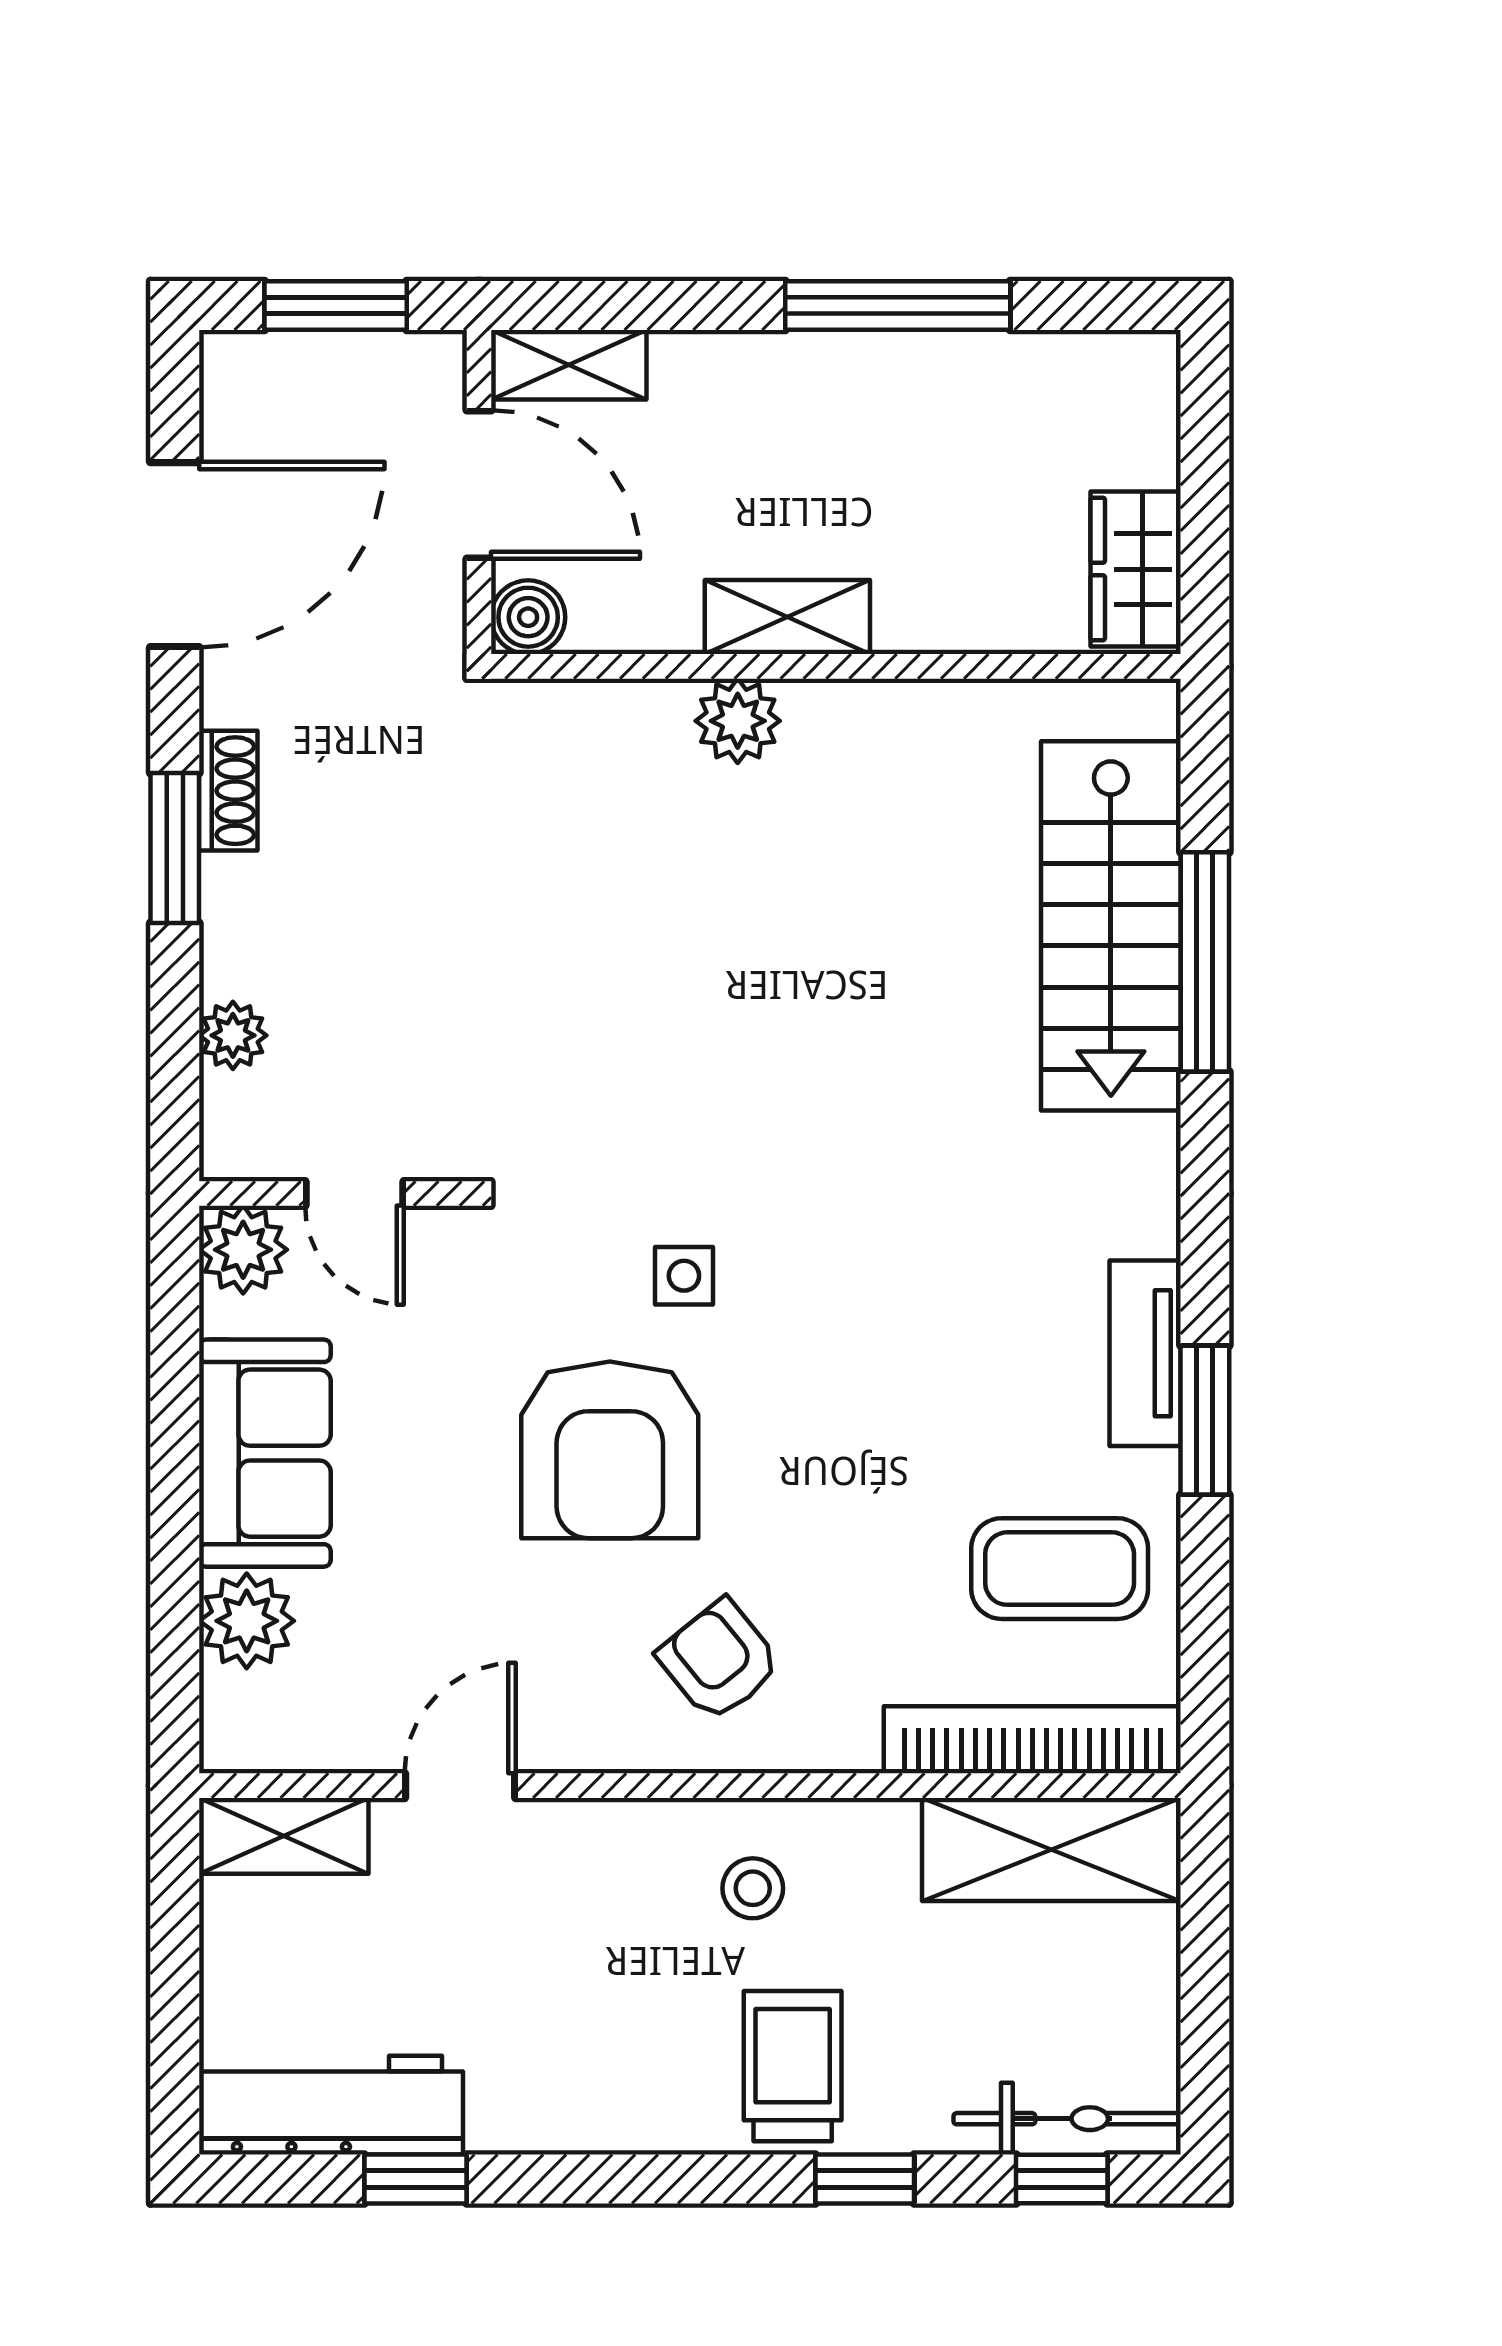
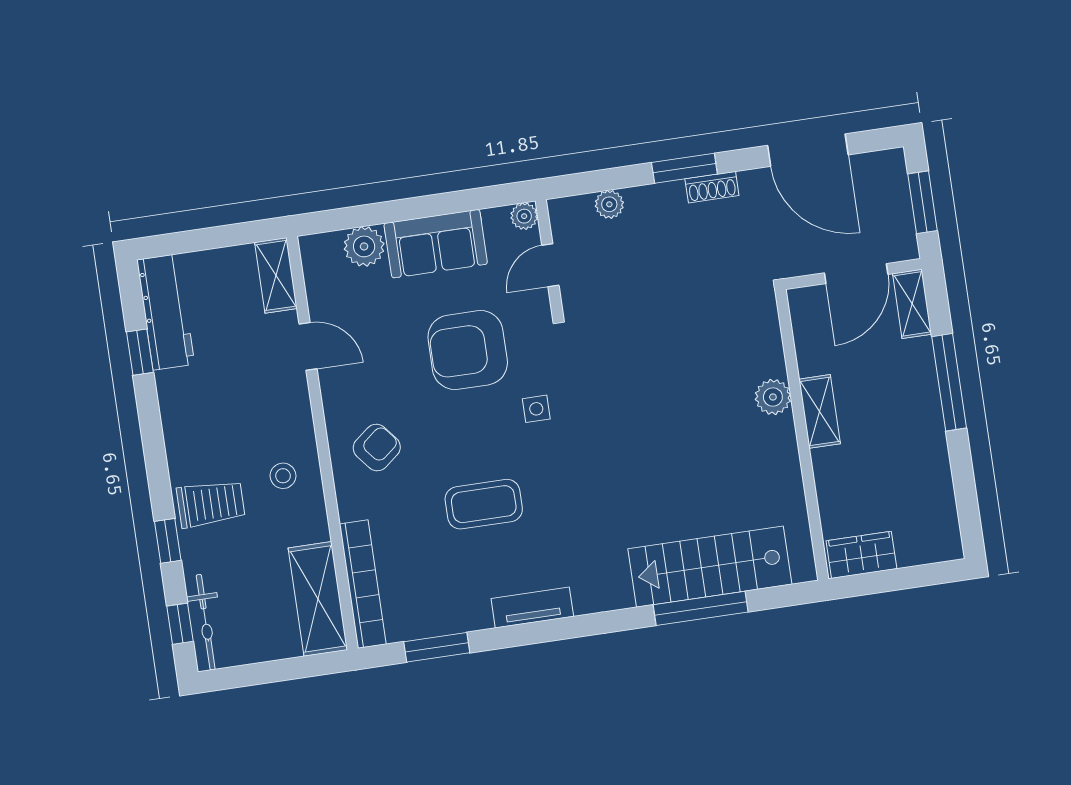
window: (898, 305) -> (949, 382), moved
boiler: (528, 617) -> (803, 302), removed
plant: (243, 1250) -> (524, 216), width x0.73, depth x0.73
window: (1205, 1420) -> (437, 647), moved
armchair: (610, 1450) -> (468, 350), moved
coffee table: (1060, 1569) -> (484, 504), moved, turned 90

